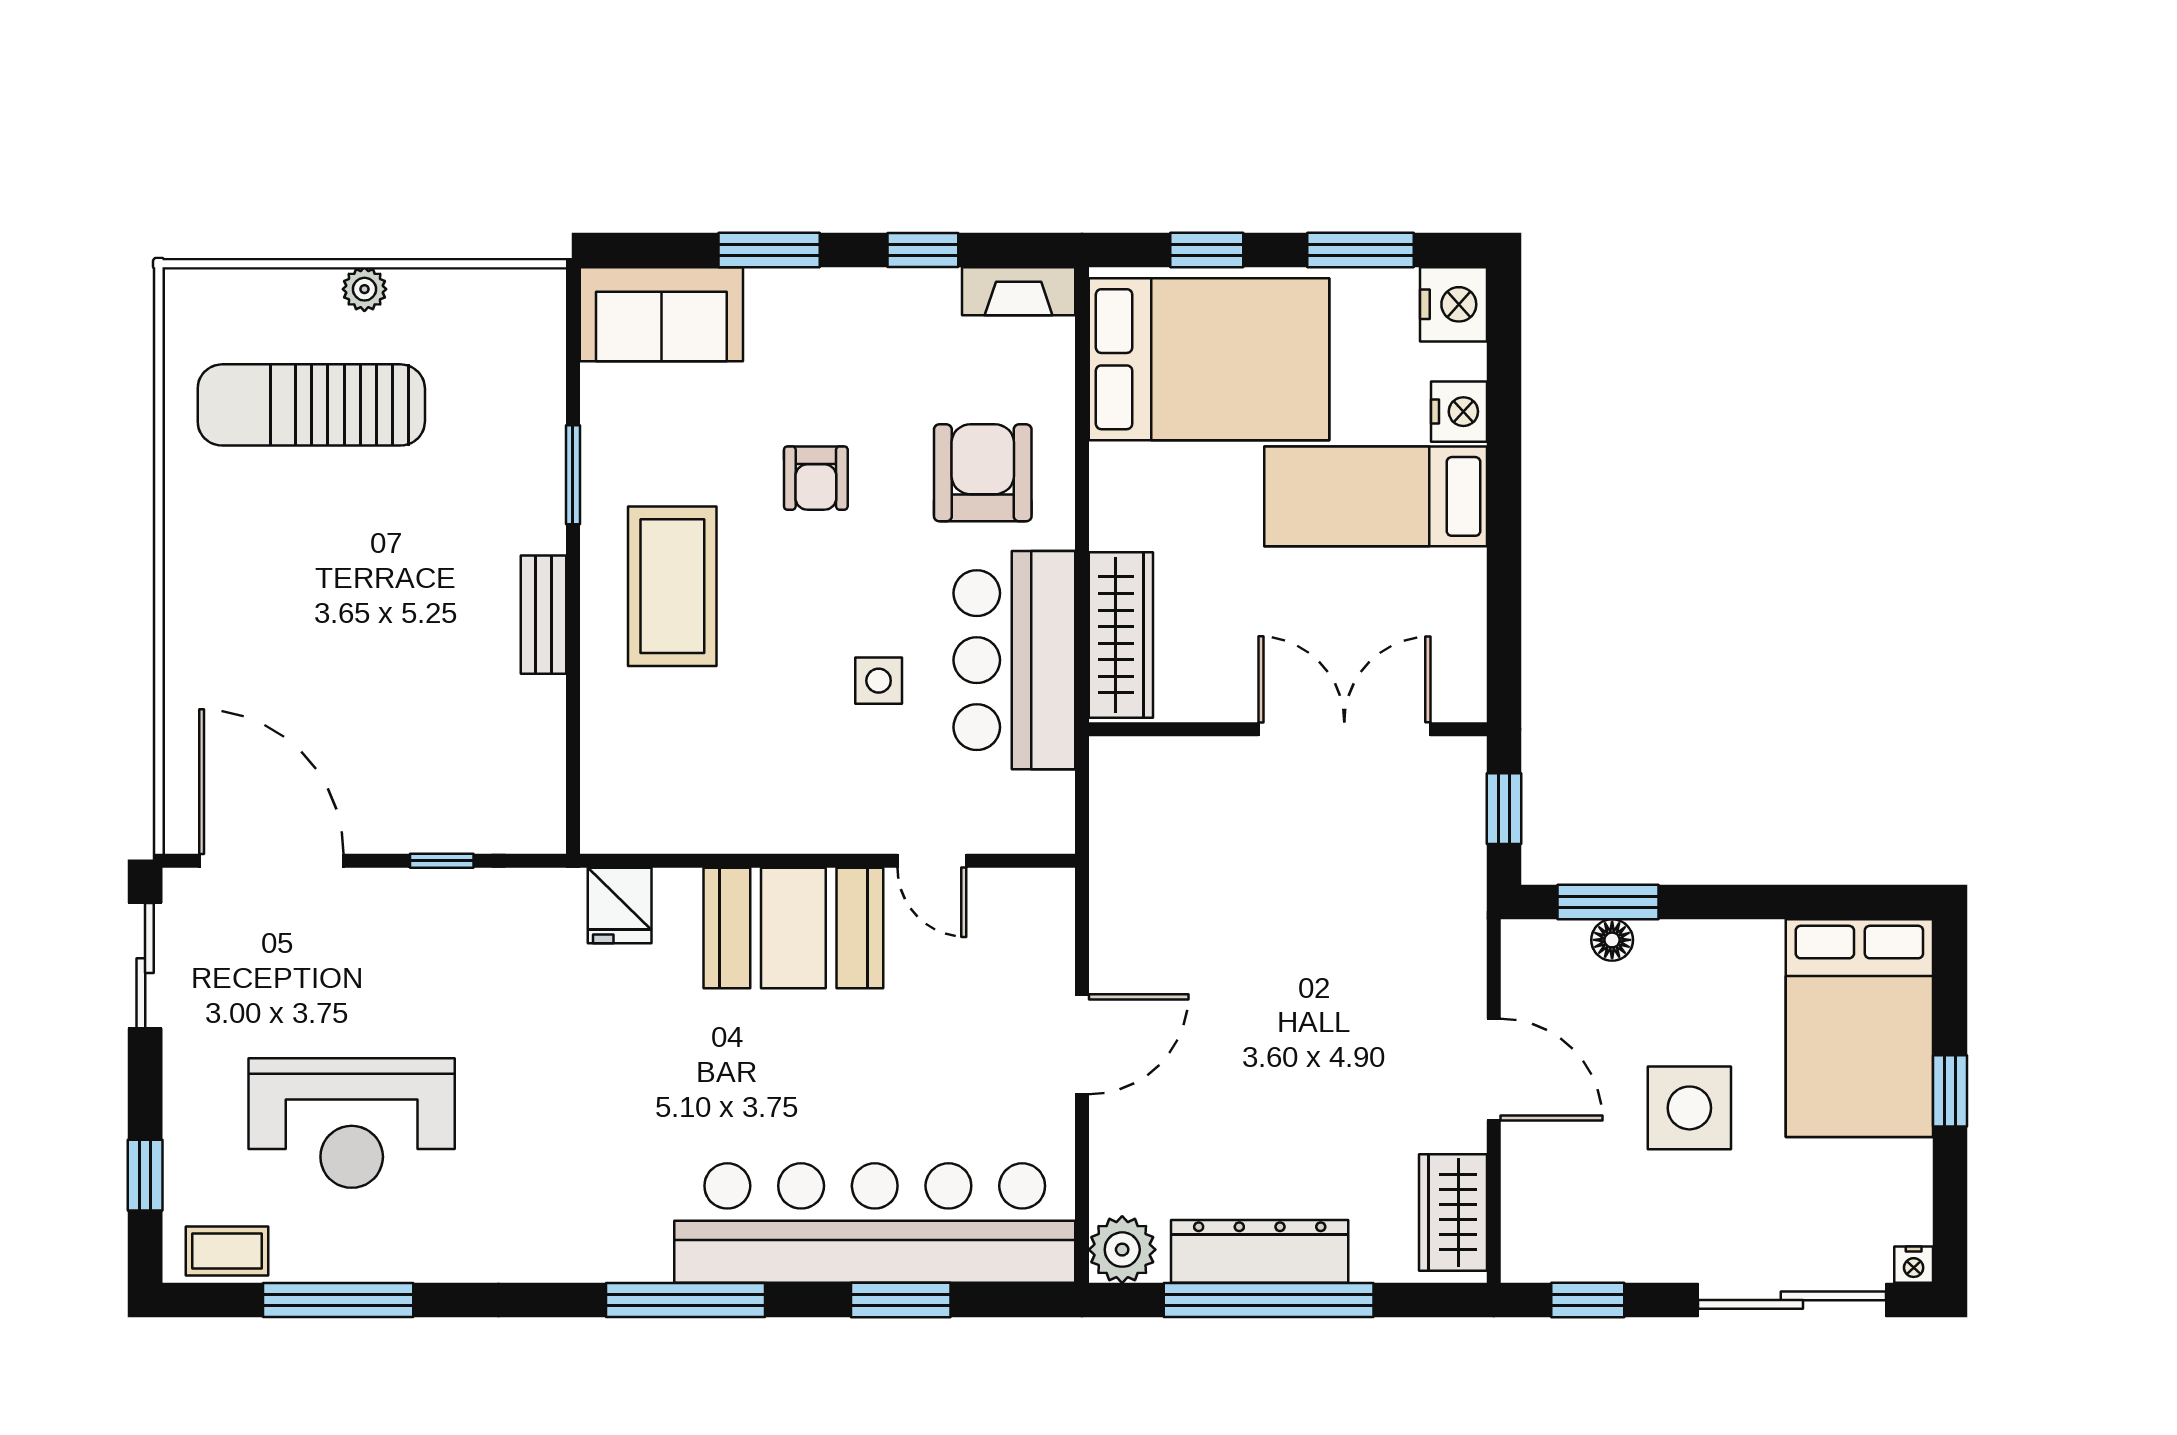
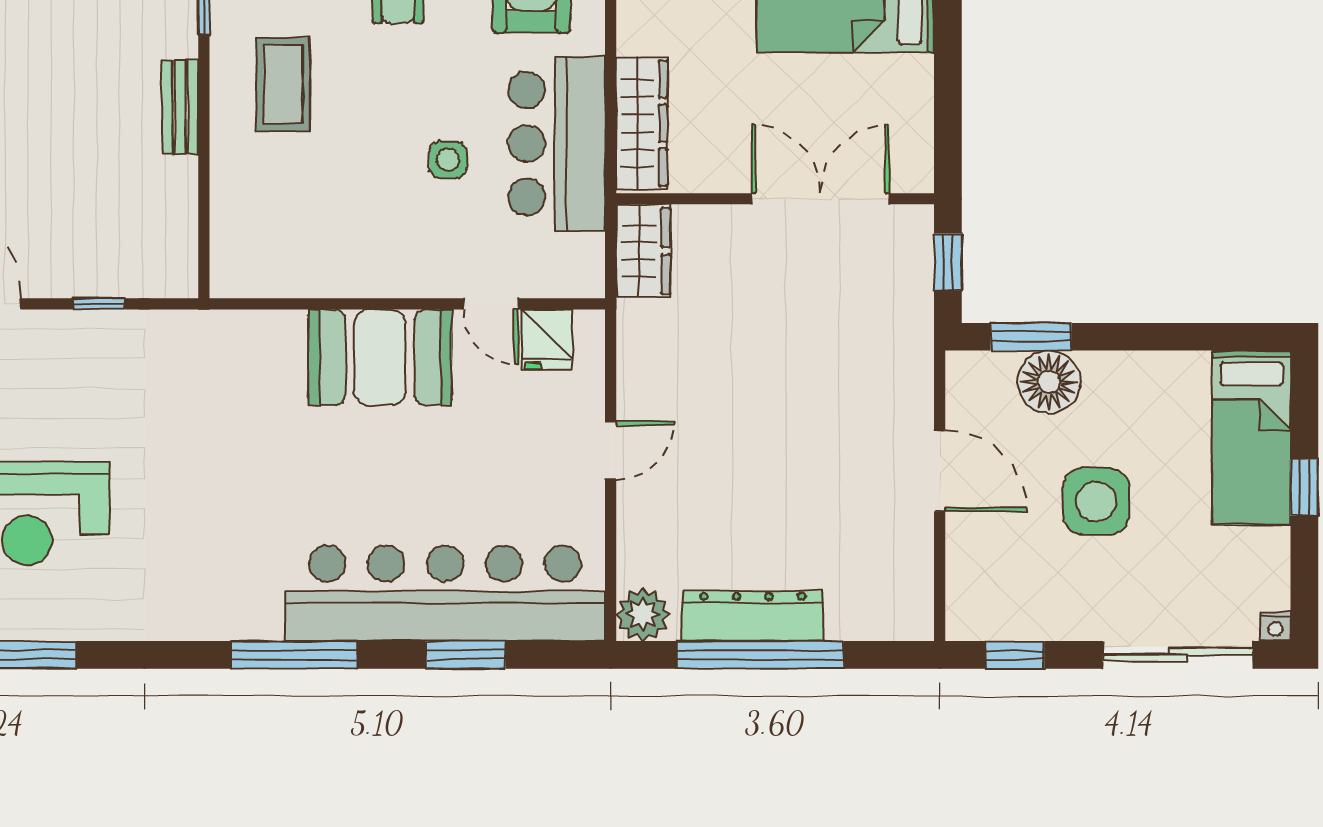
coffee table: (672, 586) -> (283, 84), width x0.73, depth x0.76
fridge: (620, 906) -> (547, 340), moved
floor lamp: (1612, 940) -> (1049, 382), width x1.89, depth x1.89
bed: (1859, 1028) -> (1252, 438), width x0.67
door: (1082, 1044) -> (611, 450), width x0.73
wardrobe: (1453, 1212) -> (643, 251), moved, turned 180

